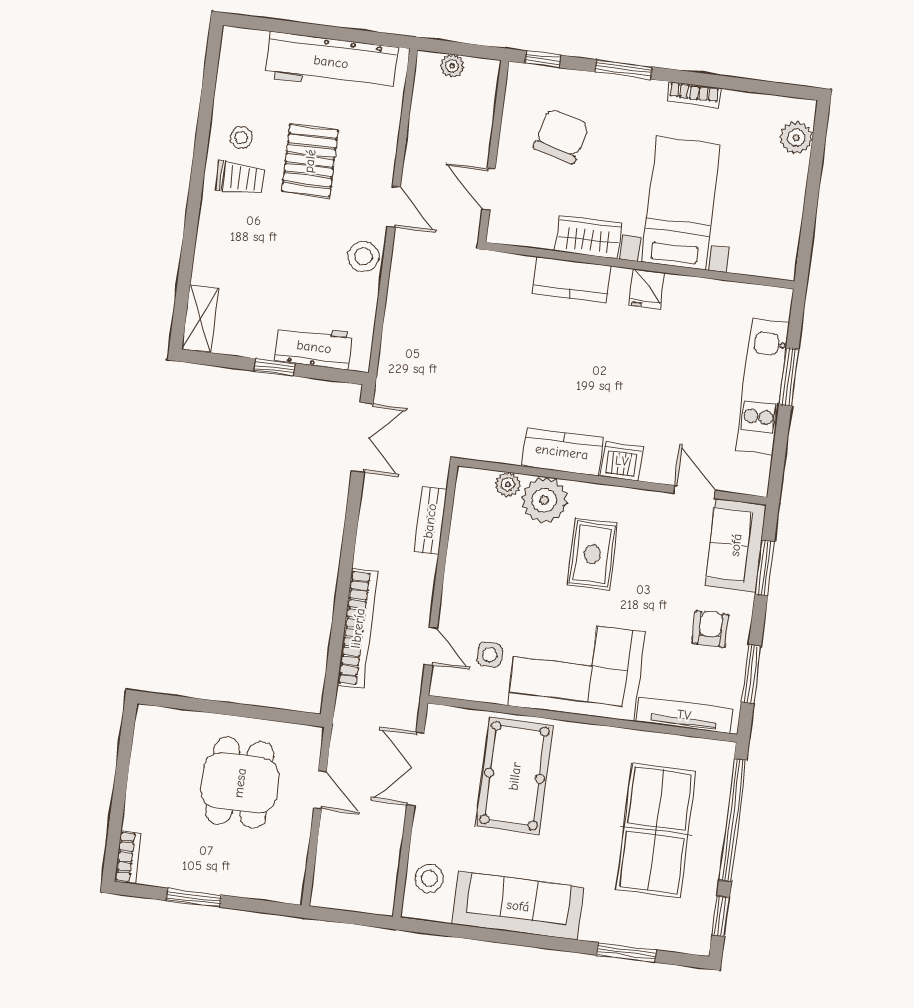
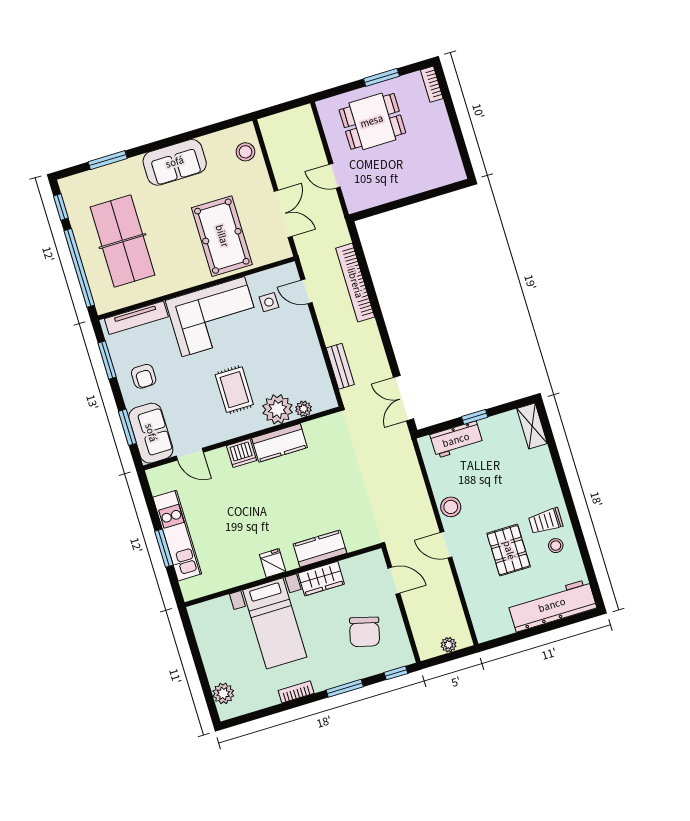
workbench: (331, 62) -> (552, 605), moved
dining table: (240, 783) -> (372, 121), moved, turned 90
sofa: (518, 906) -> (175, 162), width x0.73

